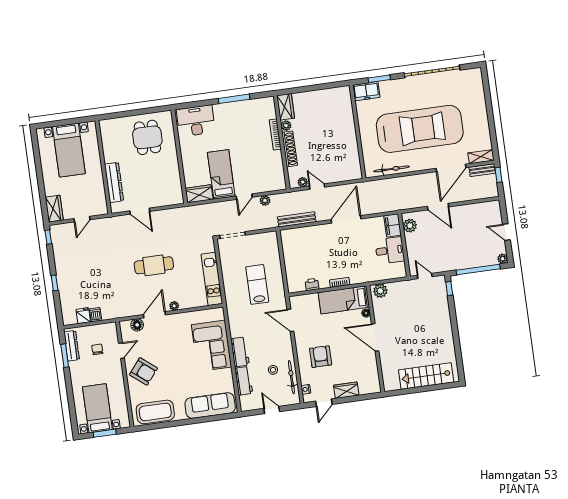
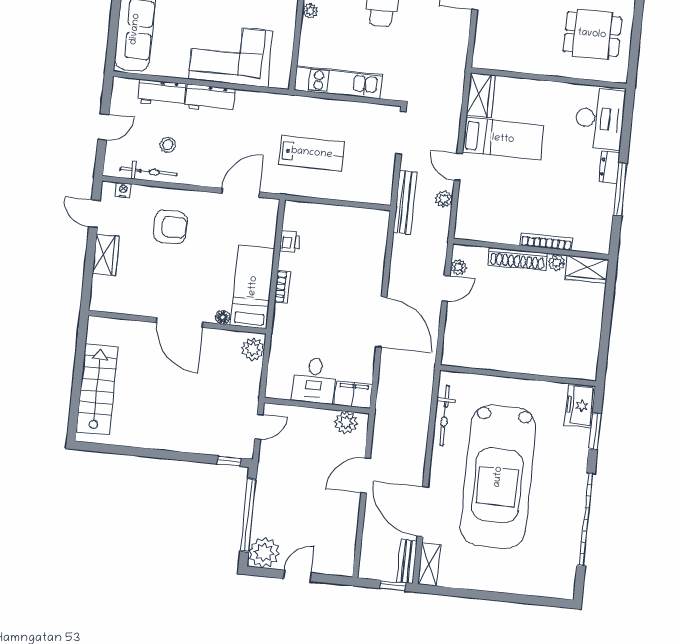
dresser: (223, 108) -> (609, 167), added
bench: (297, 219) -> (405, 202), moved
plant: (503, 259) -> (264, 553), width x1.88, depth x1.88
door: (375, 337) -> (180, 322), swing flipped

